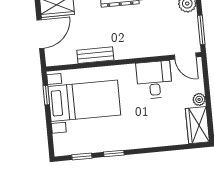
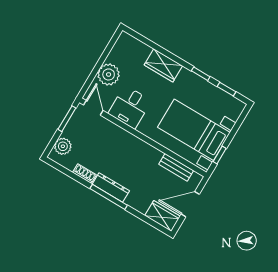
bench: (95, 55) -> (176, 167), moved
plant: (199, 99) -> (109, 74), width x1.87, depth x1.87
wardrobe: (197, 125) -> (163, 65), moved, turned 90

